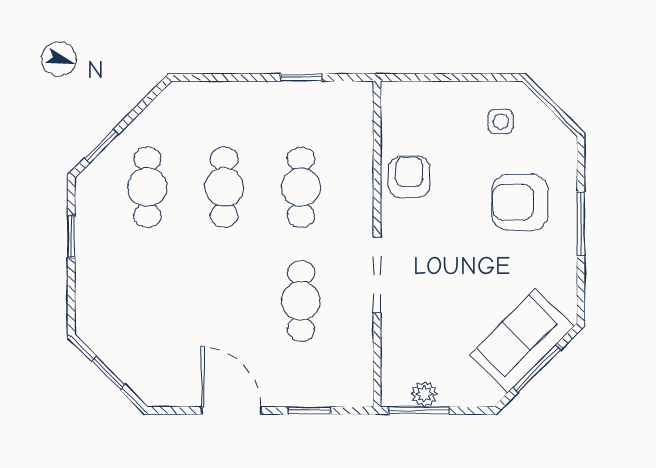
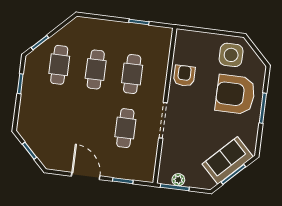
side table: (501, 122) -> (231, 55), width x1.87, depth x1.87
armchair: (520, 202) -> (235, 94), width x1.36, depth x1.36

